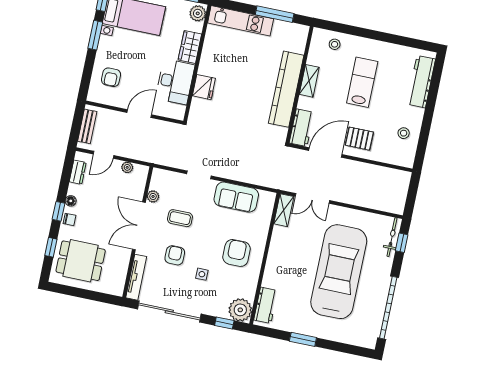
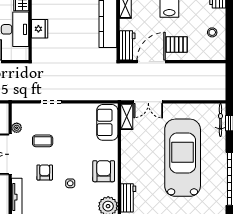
sofa: (236, 197) -> (107, 122), moved, turned 90
armchair: (237, 253) -> (104, 171), moved

